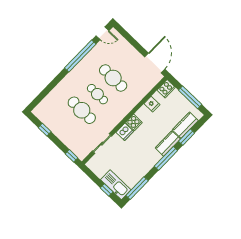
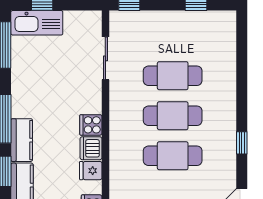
window: (80, 56) -> (242, 143), width x0.32
cafe table: (97, 94) -> (173, 116), width x1.37, depth x1.35
dishwasher: (125, 132) -> (91, 148), moved

